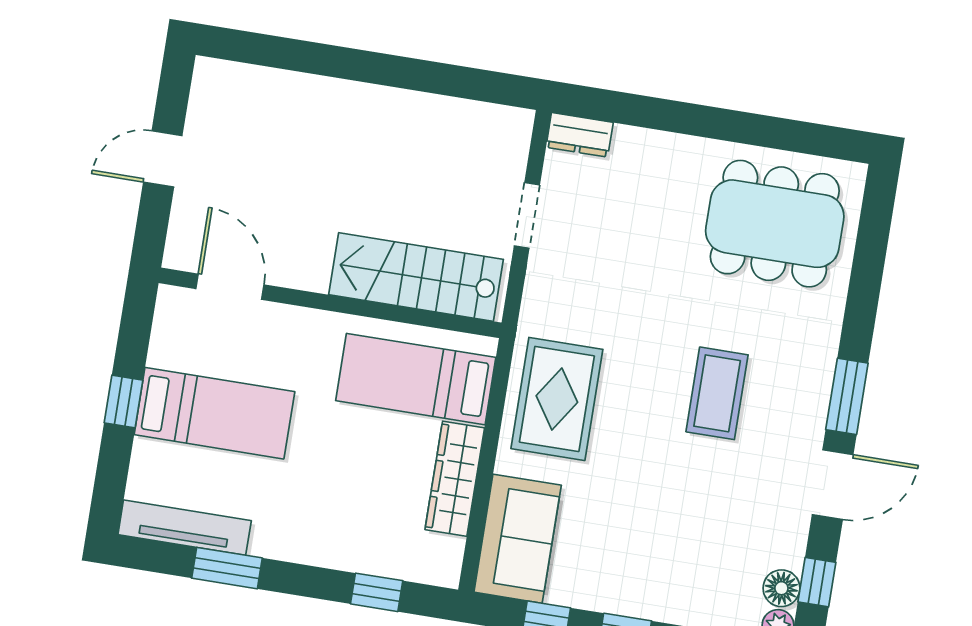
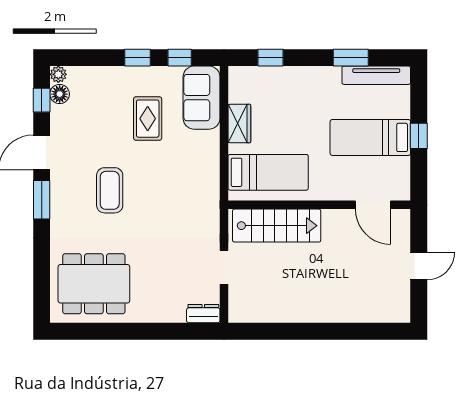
rug: (557, 399) -> (148, 119), moved, width x0.73, depth x0.70
wardrobe: (455, 479) -> (239, 124), width x0.67

